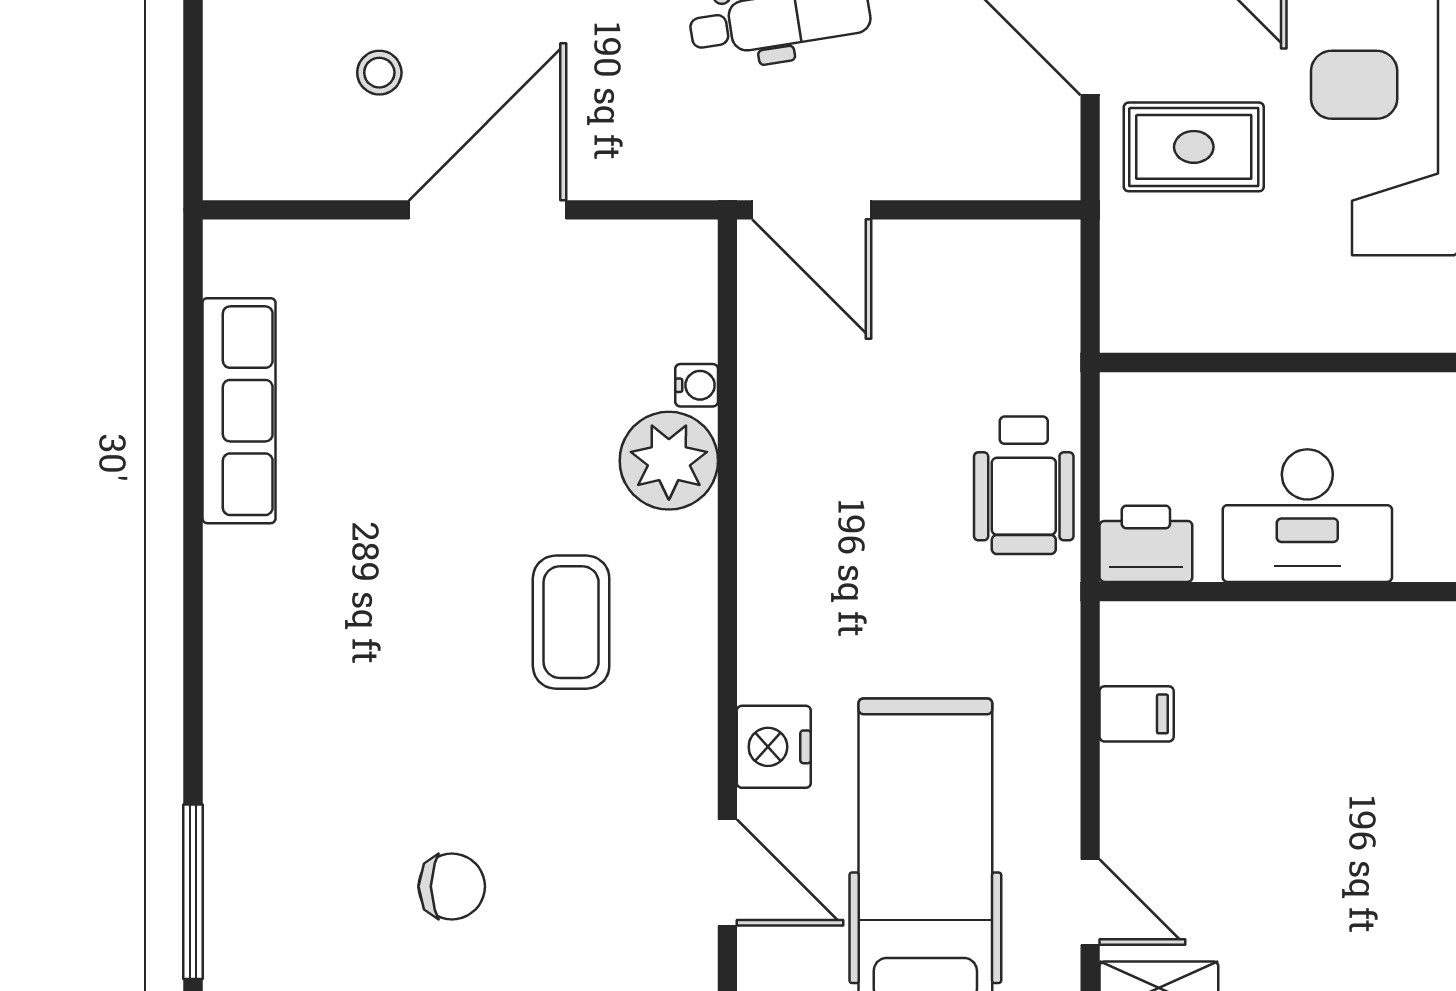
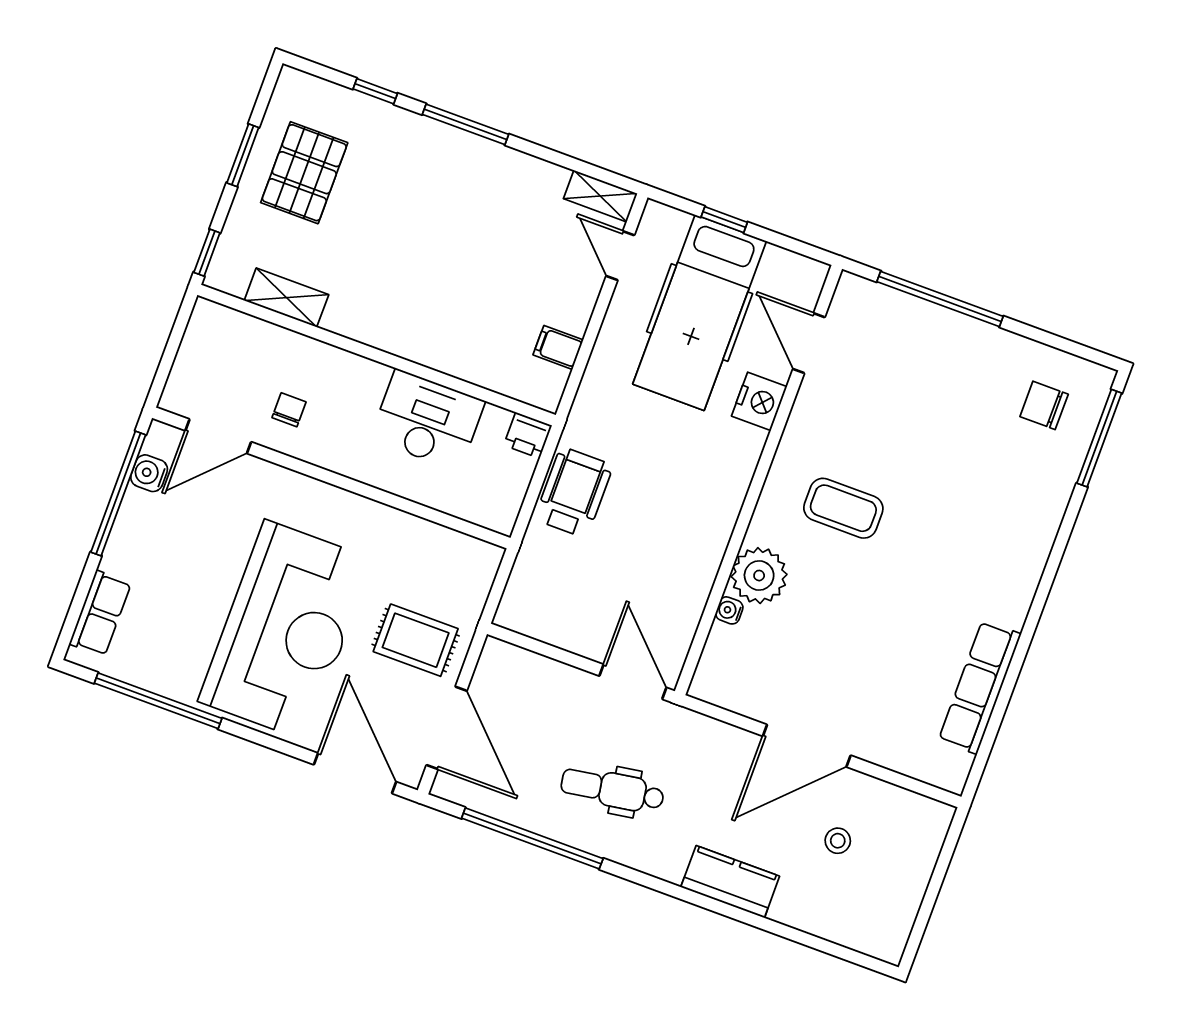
printer: (1146, 544) -> (528, 435), width x0.73, depth x0.81
coffee table: (571, 622) -> (843, 508), turned 90
chair: (452, 886) -> (1044, 405), moved

